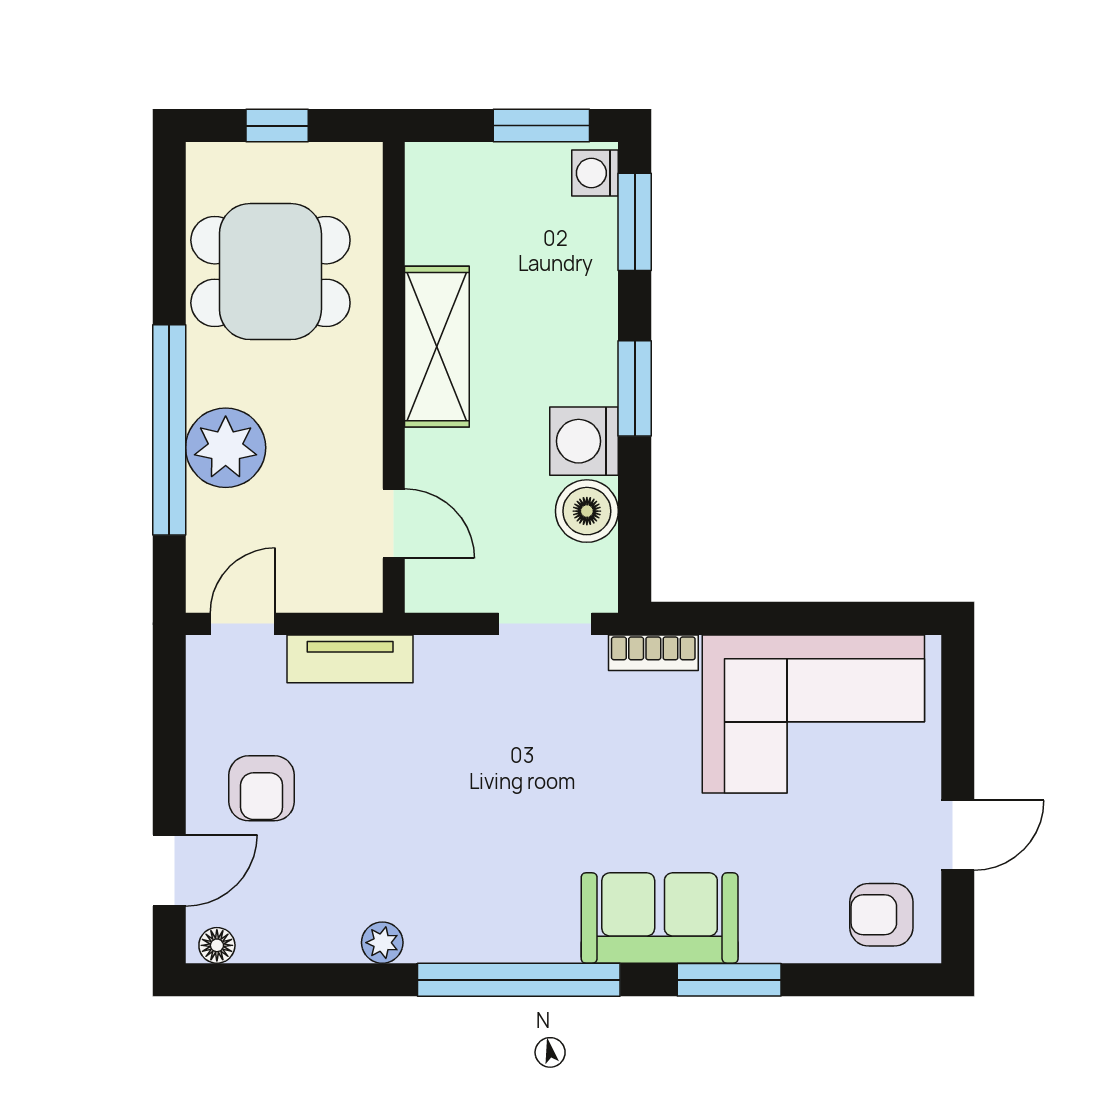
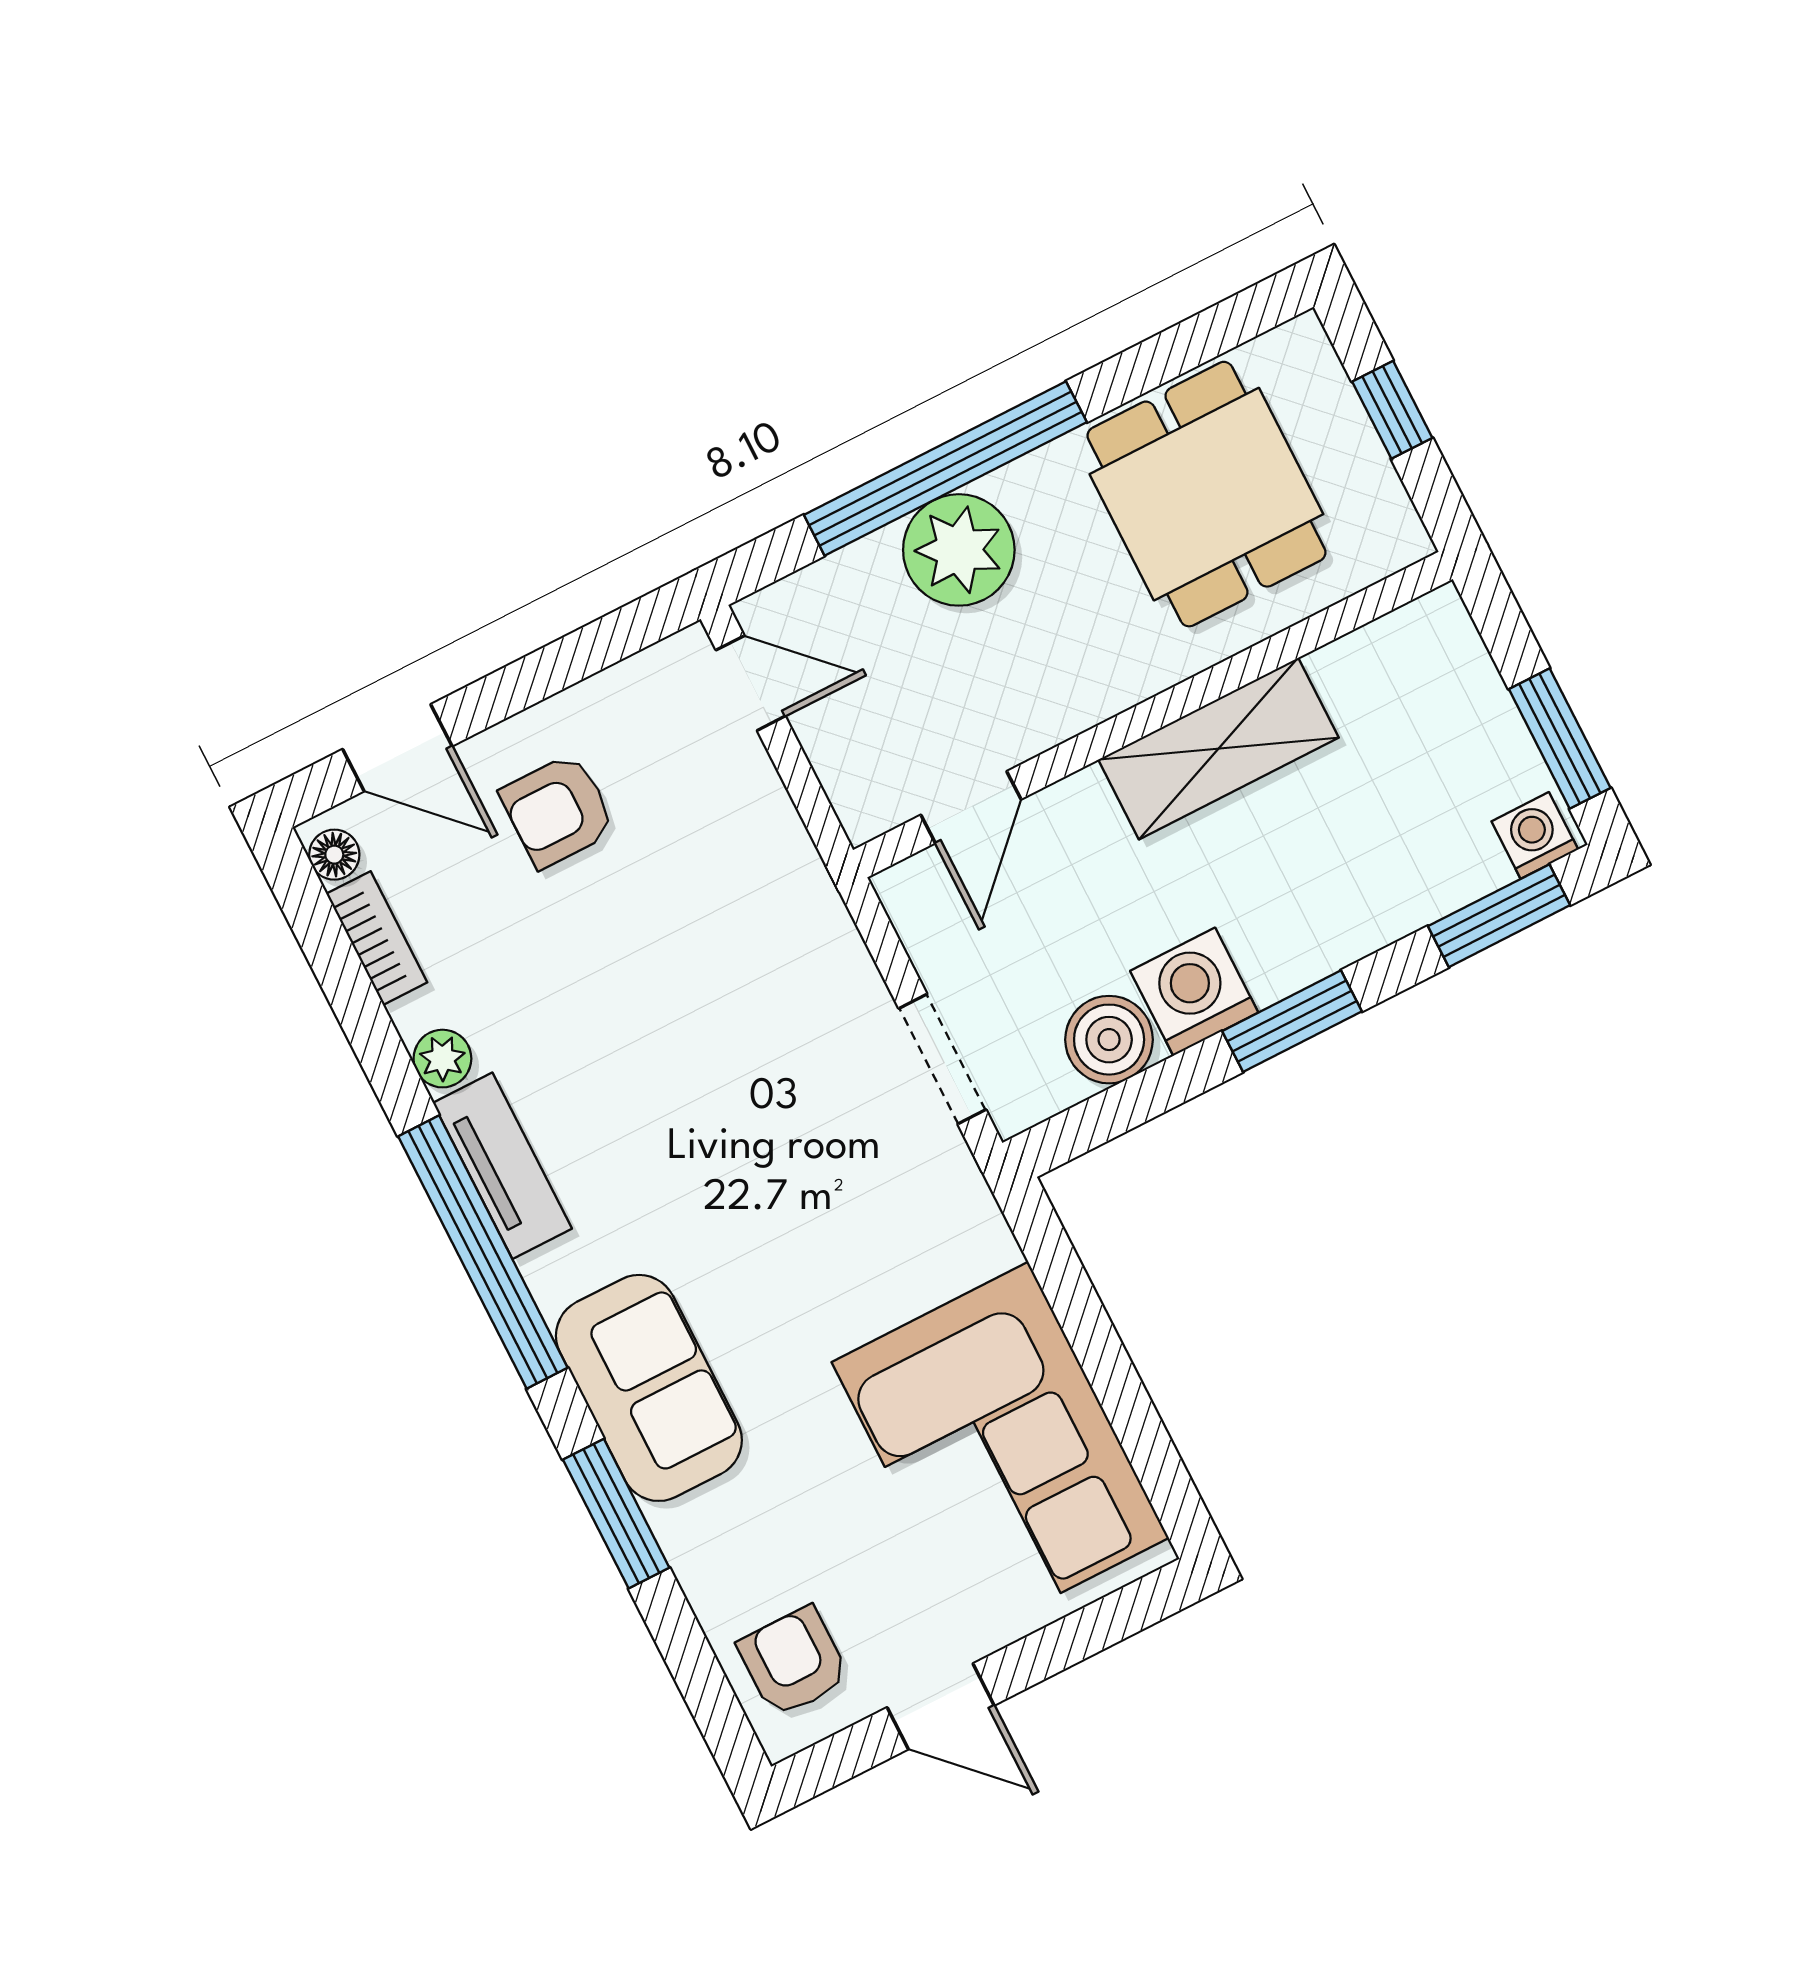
bookcase: (653, 653) -> (377, 938), moved, turned 180
tv unit: (350, 659) -> (502, 1166), moved, turned 180

